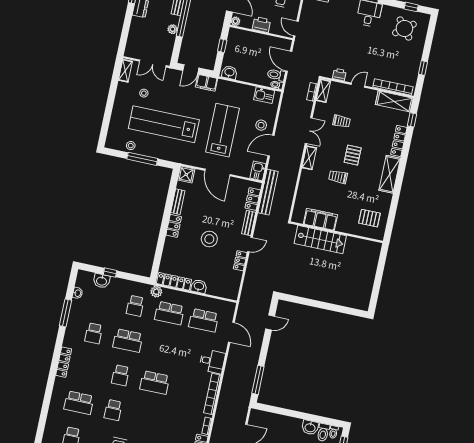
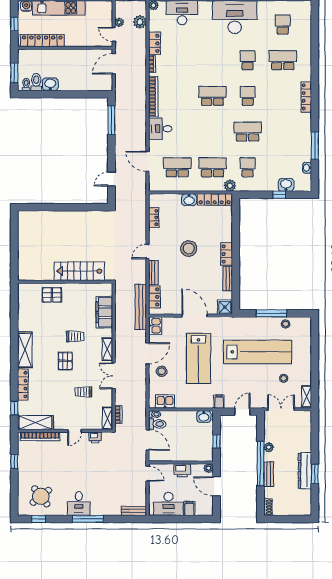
filing cabinet: (207, 83) -> (219, 402), width x0.50
pallet: (369, 218) -> (52, 295), moved
filing cabinet: (320, 219) -> (104, 312), moved, turned 90
locker: (240, 261) -> (154, 217), moved
school desk: (94, 333) -> (283, 132), removed

